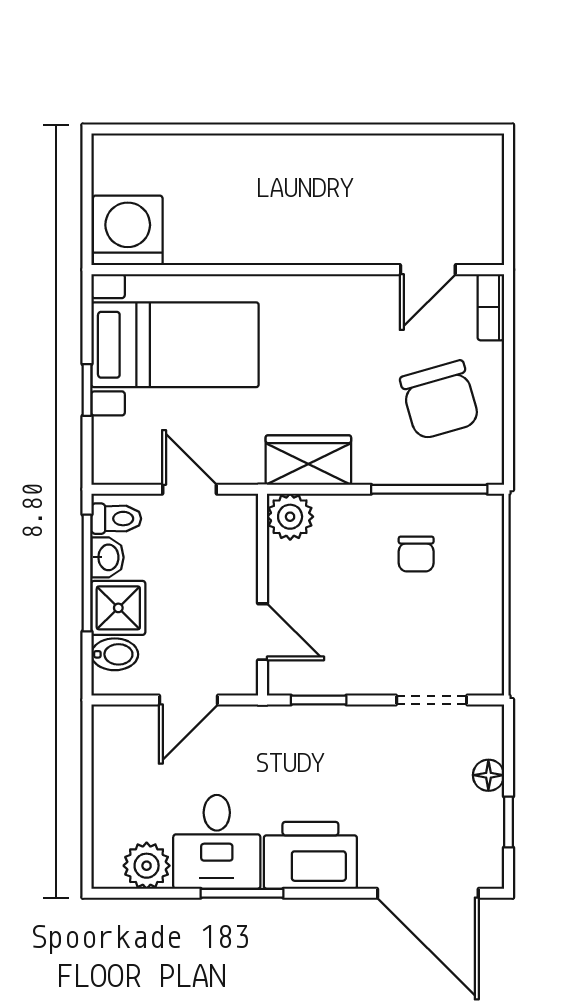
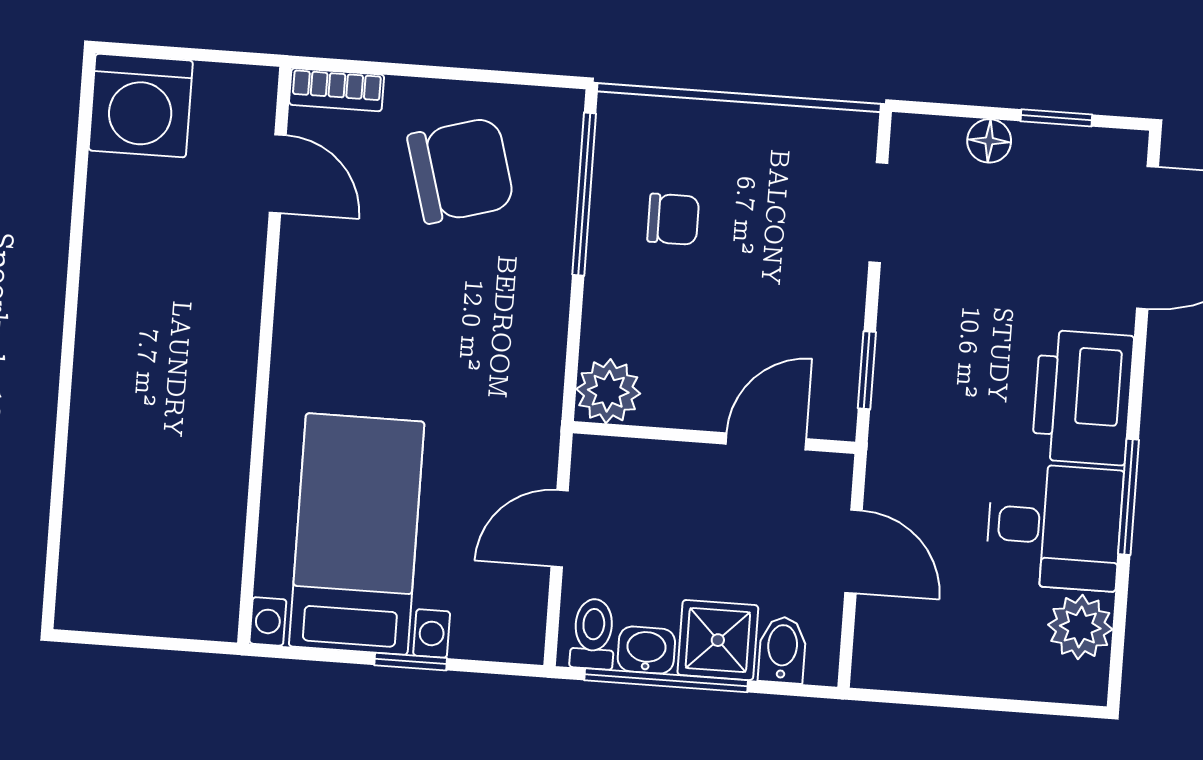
washing machine: (128, 230) -> (141, 106), moved, turned -90
wardrobe: (308, 460) -> (531, 360), removed

